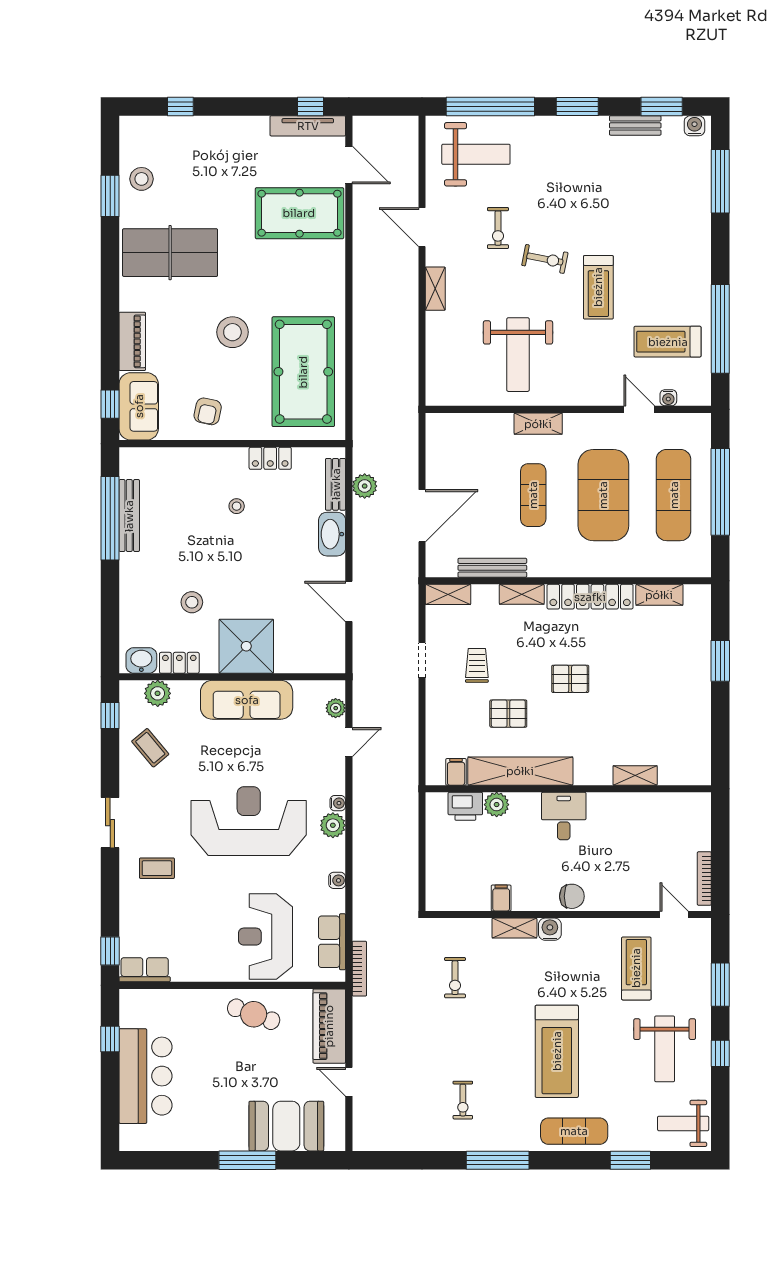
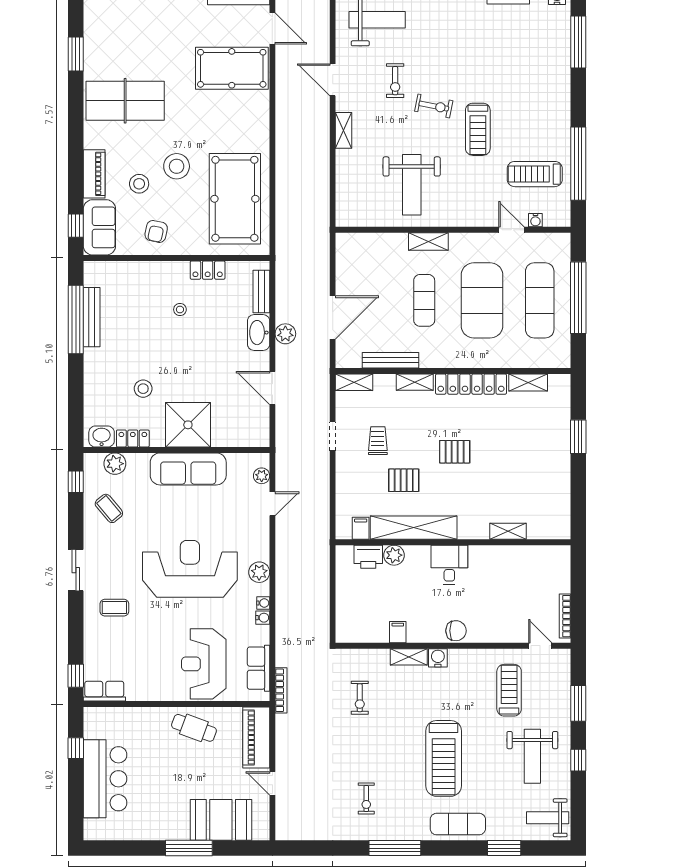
stool: (142, 179) -> (139, 184), moved
plant: (365, 486) -> (285, 334), moved
water cooler: (338, 803) -> (263, 603), moved

